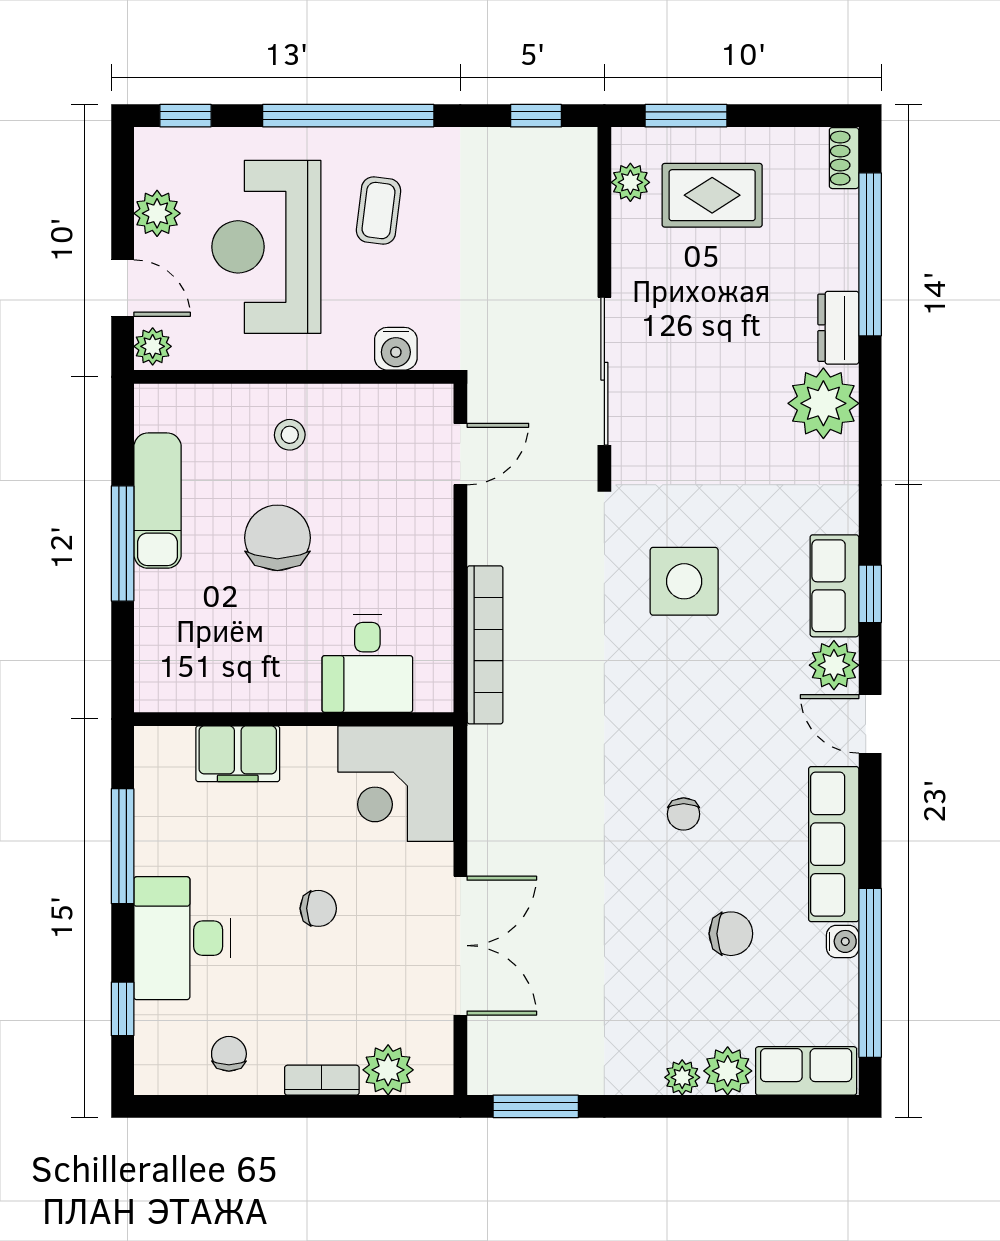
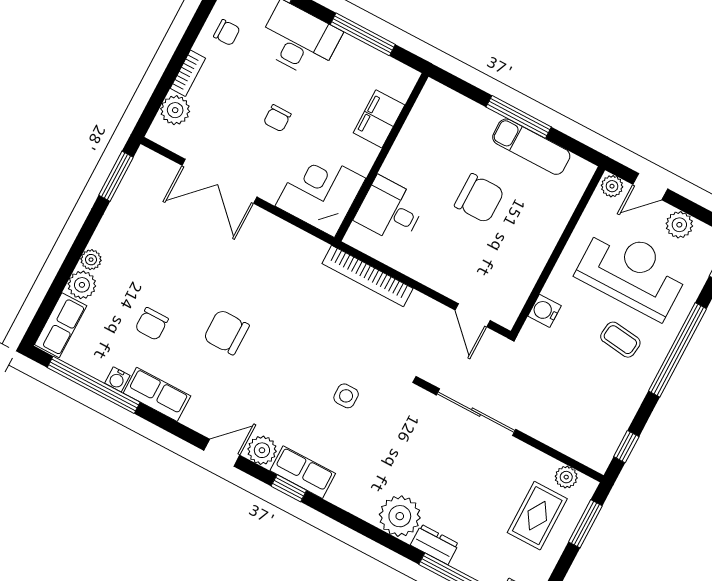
stool: (290, 435) -> (529, 233), removed
side table: (684, 581) -> (346, 396), width x0.54, depth x0.54
chair: (684, 814) -> (226, 332), width x1.87, depth x1.87
row of seats: (834, 844) -> (157, 394), width x0.68

